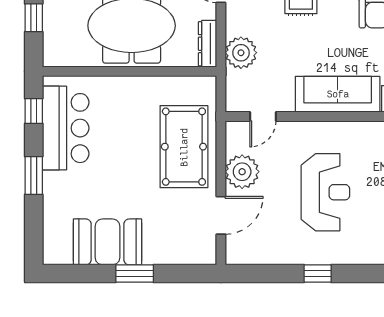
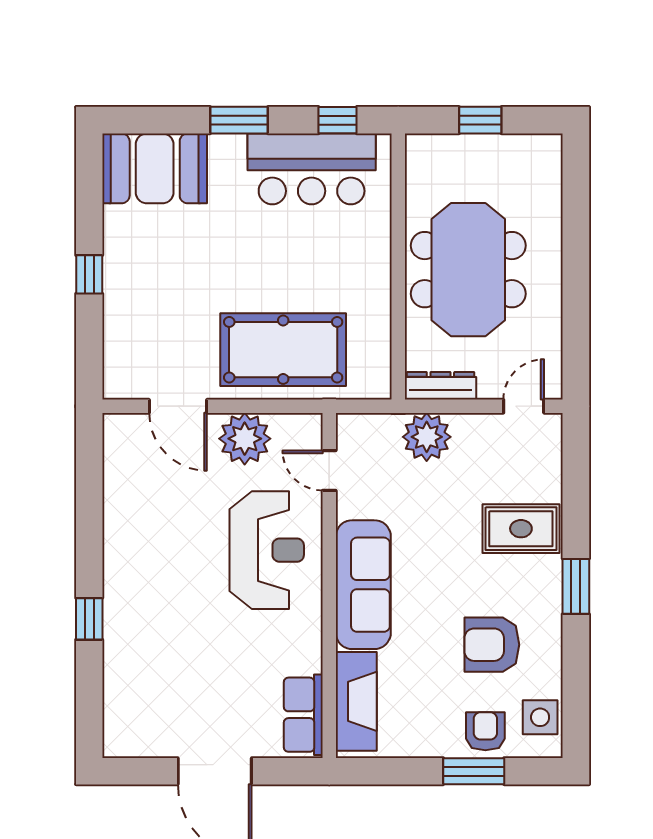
reception desk: (325, 192) -> (267, 550), moved, turned -90
booth: (108, 242) -> (155, 168), moved, turned 90
window: (135, 273) -> (89, 274), width x0.67
window: (318, 273) -> (89, 619), moved

